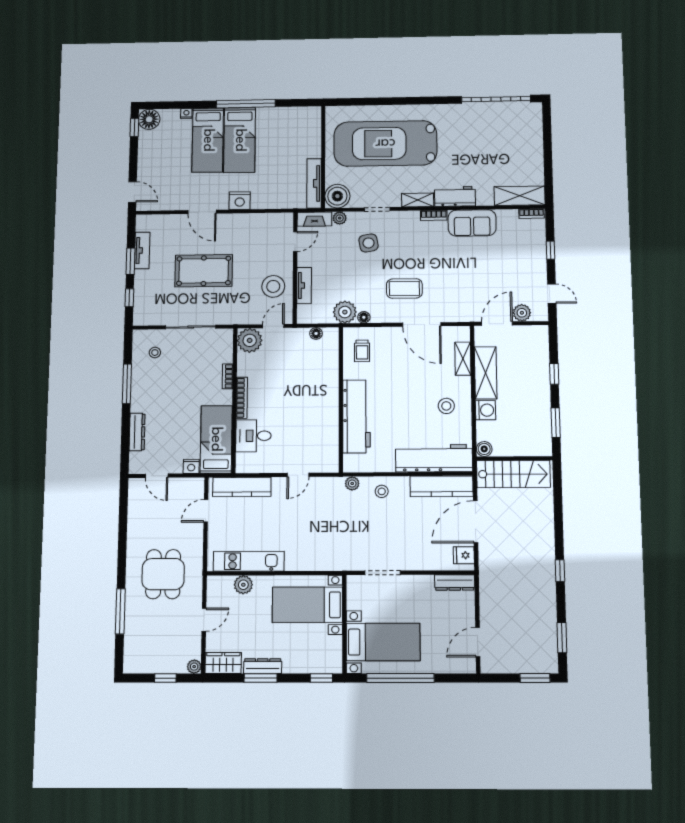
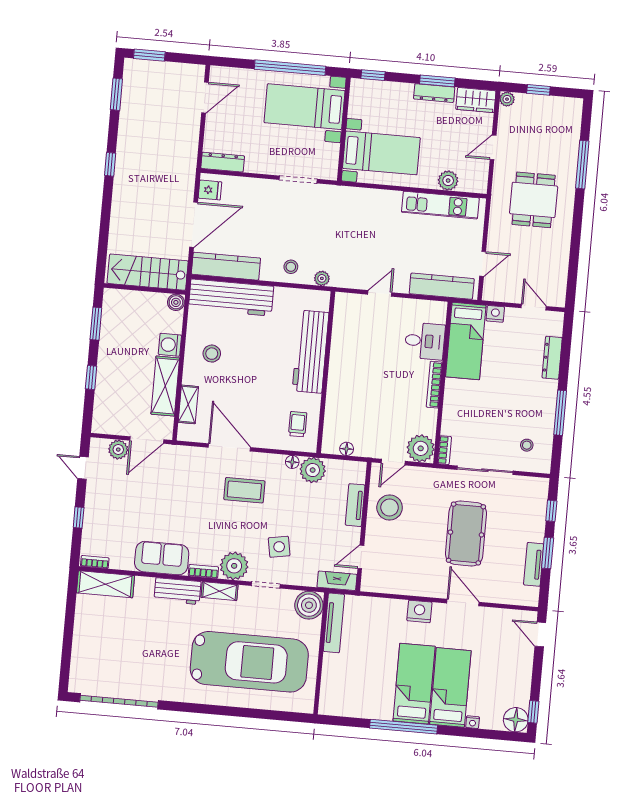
plant: (340, 218) -> (234, 566), moved, width x1.87, depth x1.87
pool table: (204, 271) -> (466, 534), turned 90
bookcase: (228, 376) -> (445, 450), moved

